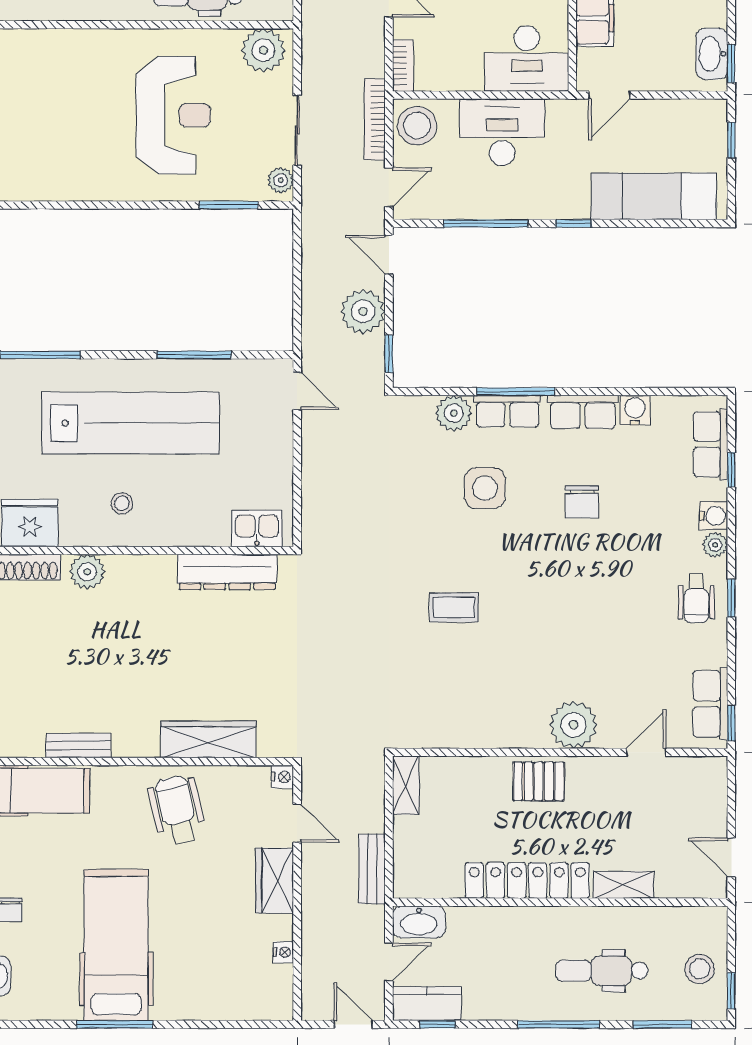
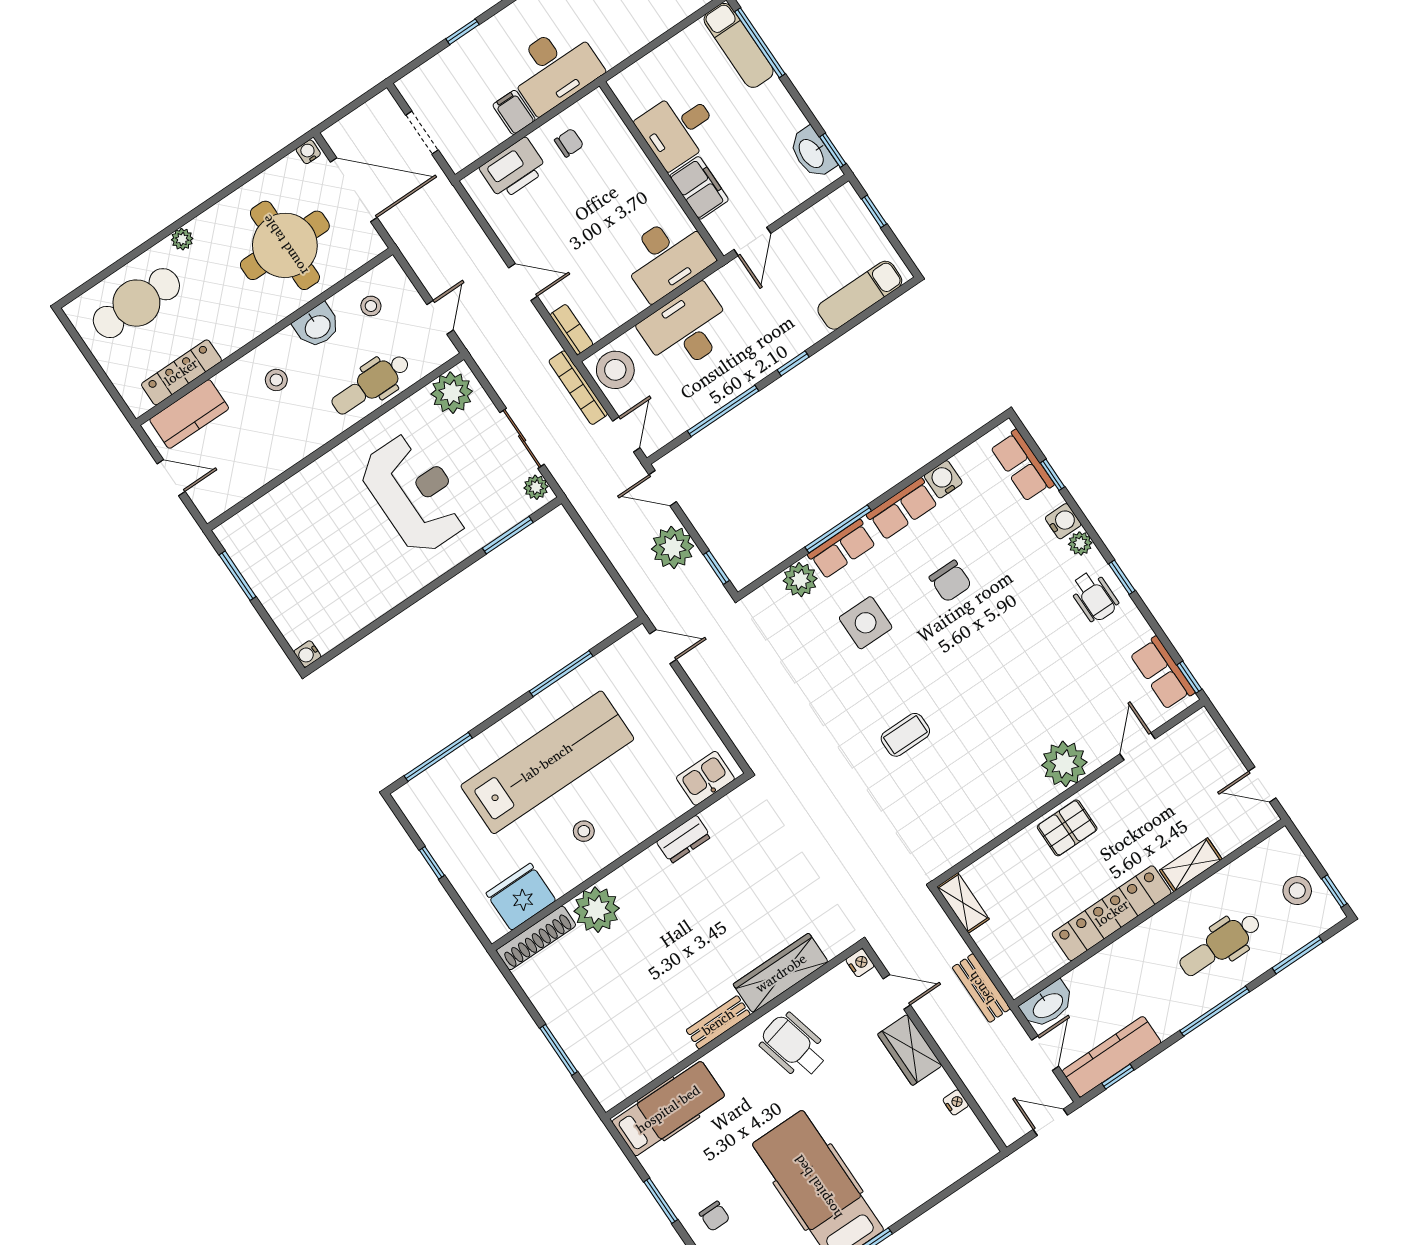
exam couch: (654, 196) -> (860, 295), width x0.73, depth x0.69
plant: (87, 572) -> (597, 910), width x1.36, depth x1.36
dresser: (227, 572) -> (684, 839), width x0.51, depth x0.80
bench: (78, 745) -> (718, 1022), moved
kitchen counter: (427, 1004) -> (1112, 1057), width x1.50

